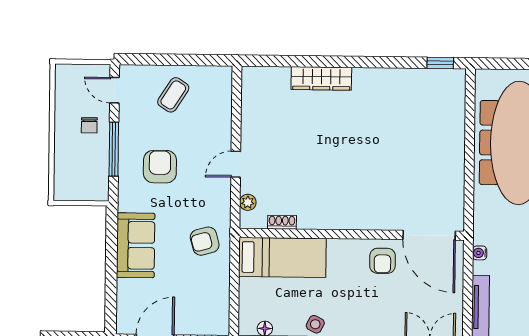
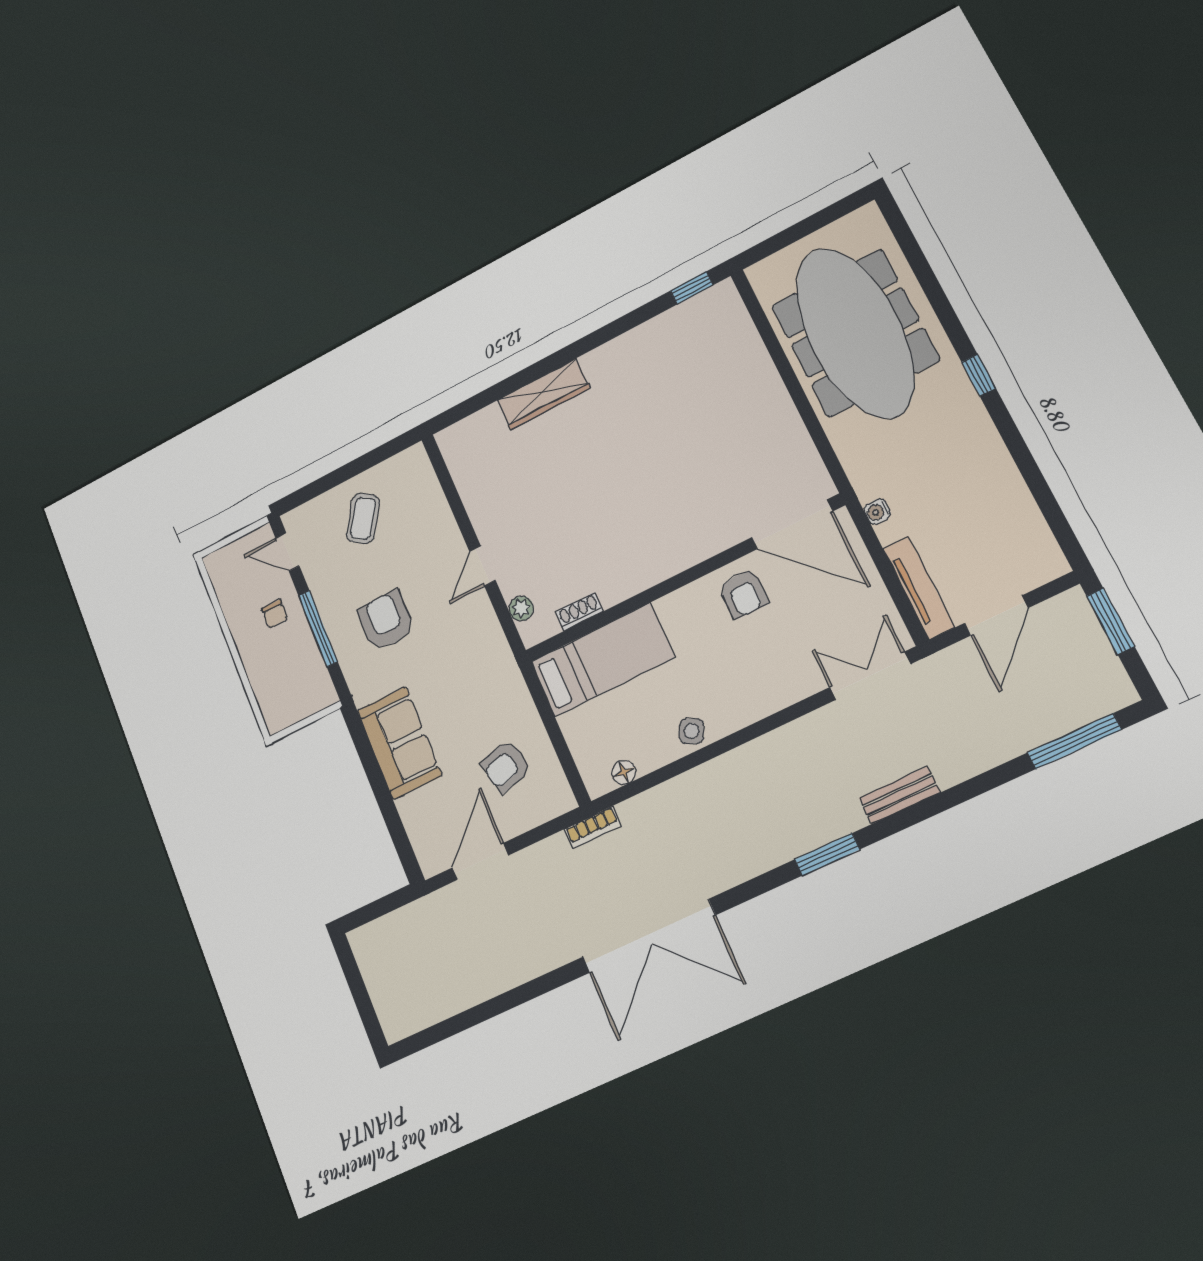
armchair: (205, 241) -> (506, 766), moved

